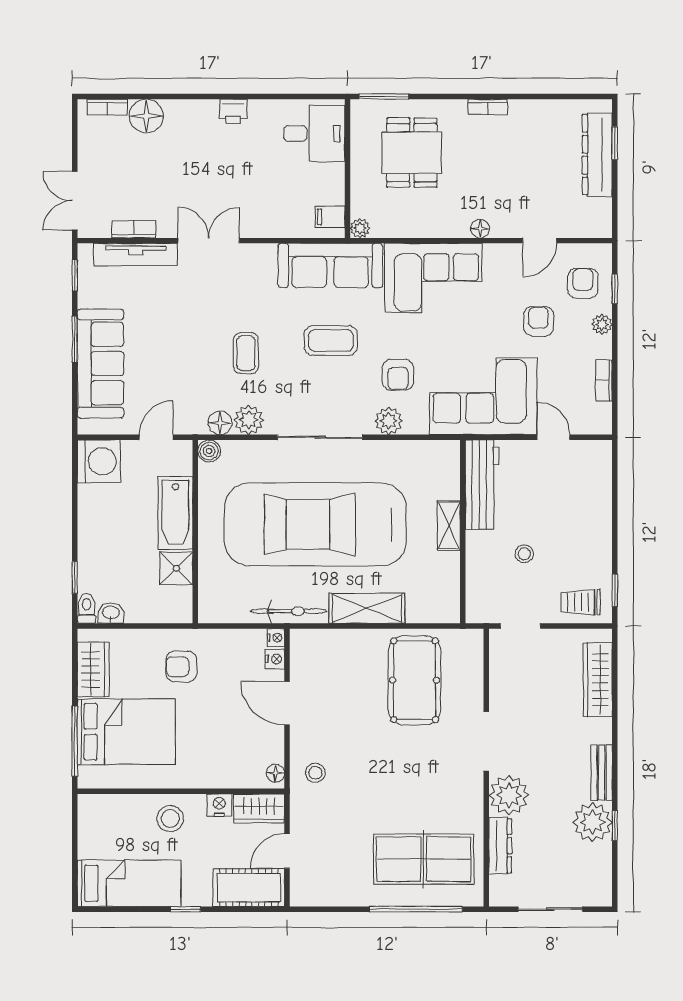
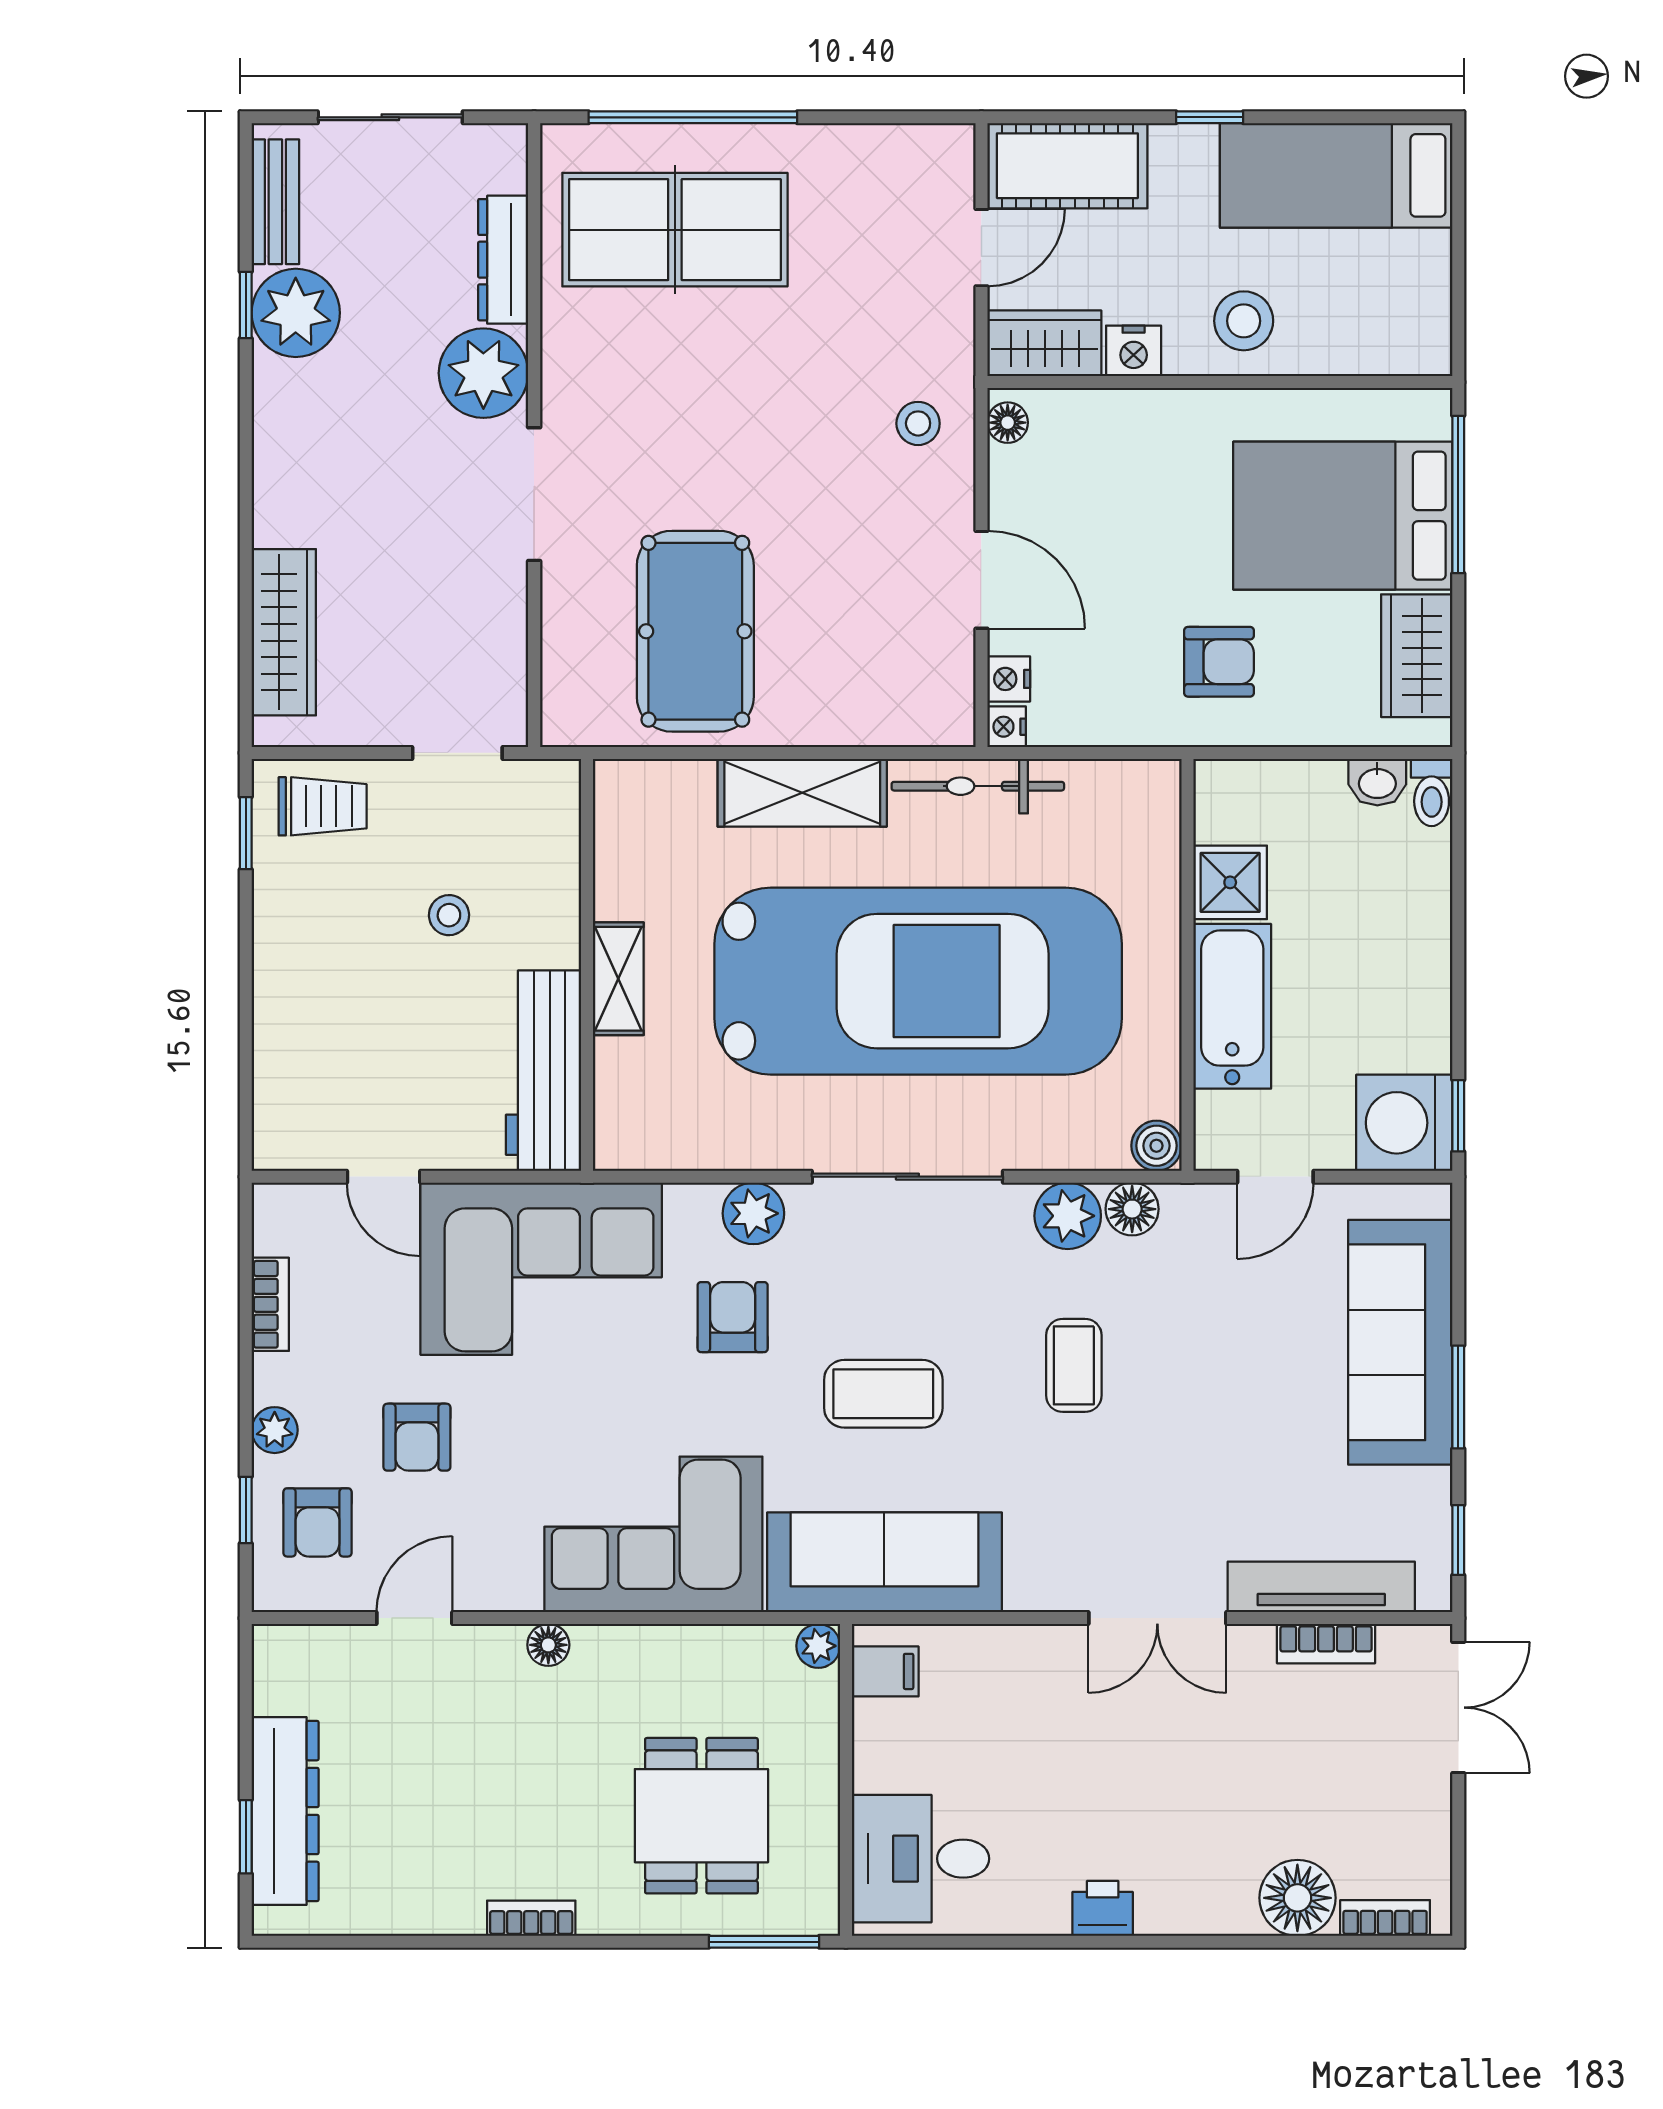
window: (75, 577) -> (1458, 1116), moved
bench: (602, 773) -> (275, 202), moved

